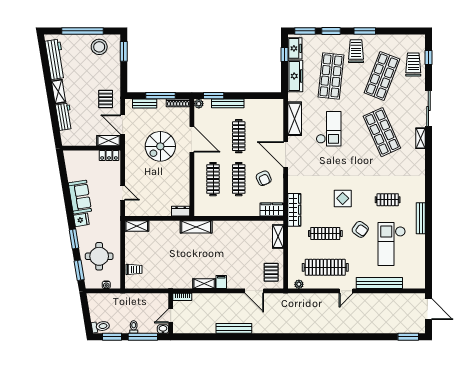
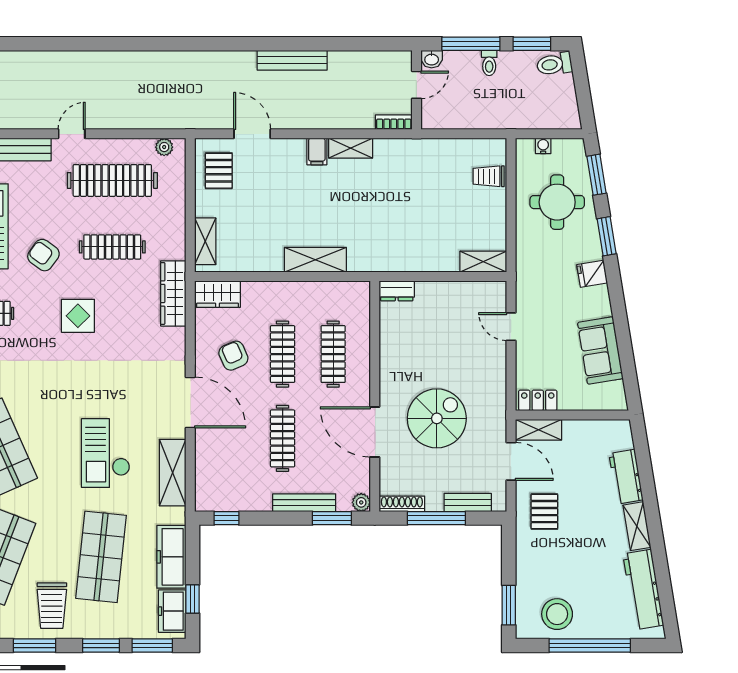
window: (267, 96) -> (226, 518), added
sofa: (80, 197) -> (600, 351), moved
shelving: (196, 227) -> (315, 260), moved

